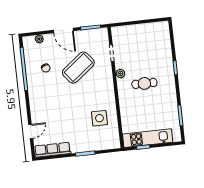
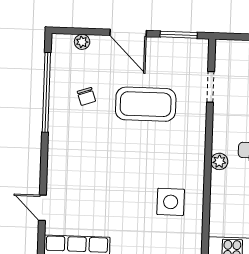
coffee table: (78, 68) -> (146, 104), turned 38
plant: (120, 74) -> (219, 161), moved
door: (31, 131) -> (42, 208), swing flipped

